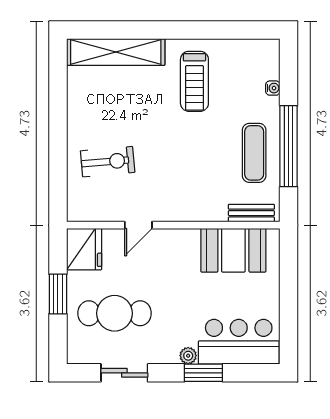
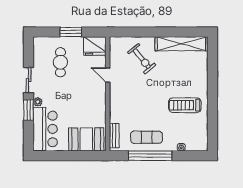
shelving: (116, 52) -> (181, 44), moved, turned 90
exercise bike: (108, 162) -> (142, 59), turned -34
booth: (233, 250) -> (86, 139), moved, turned 90
cafe table: (115, 313) -> (60, 62), width x0.73, depth x0.74
sliding door: (124, 373) -> (28, 80), moved

